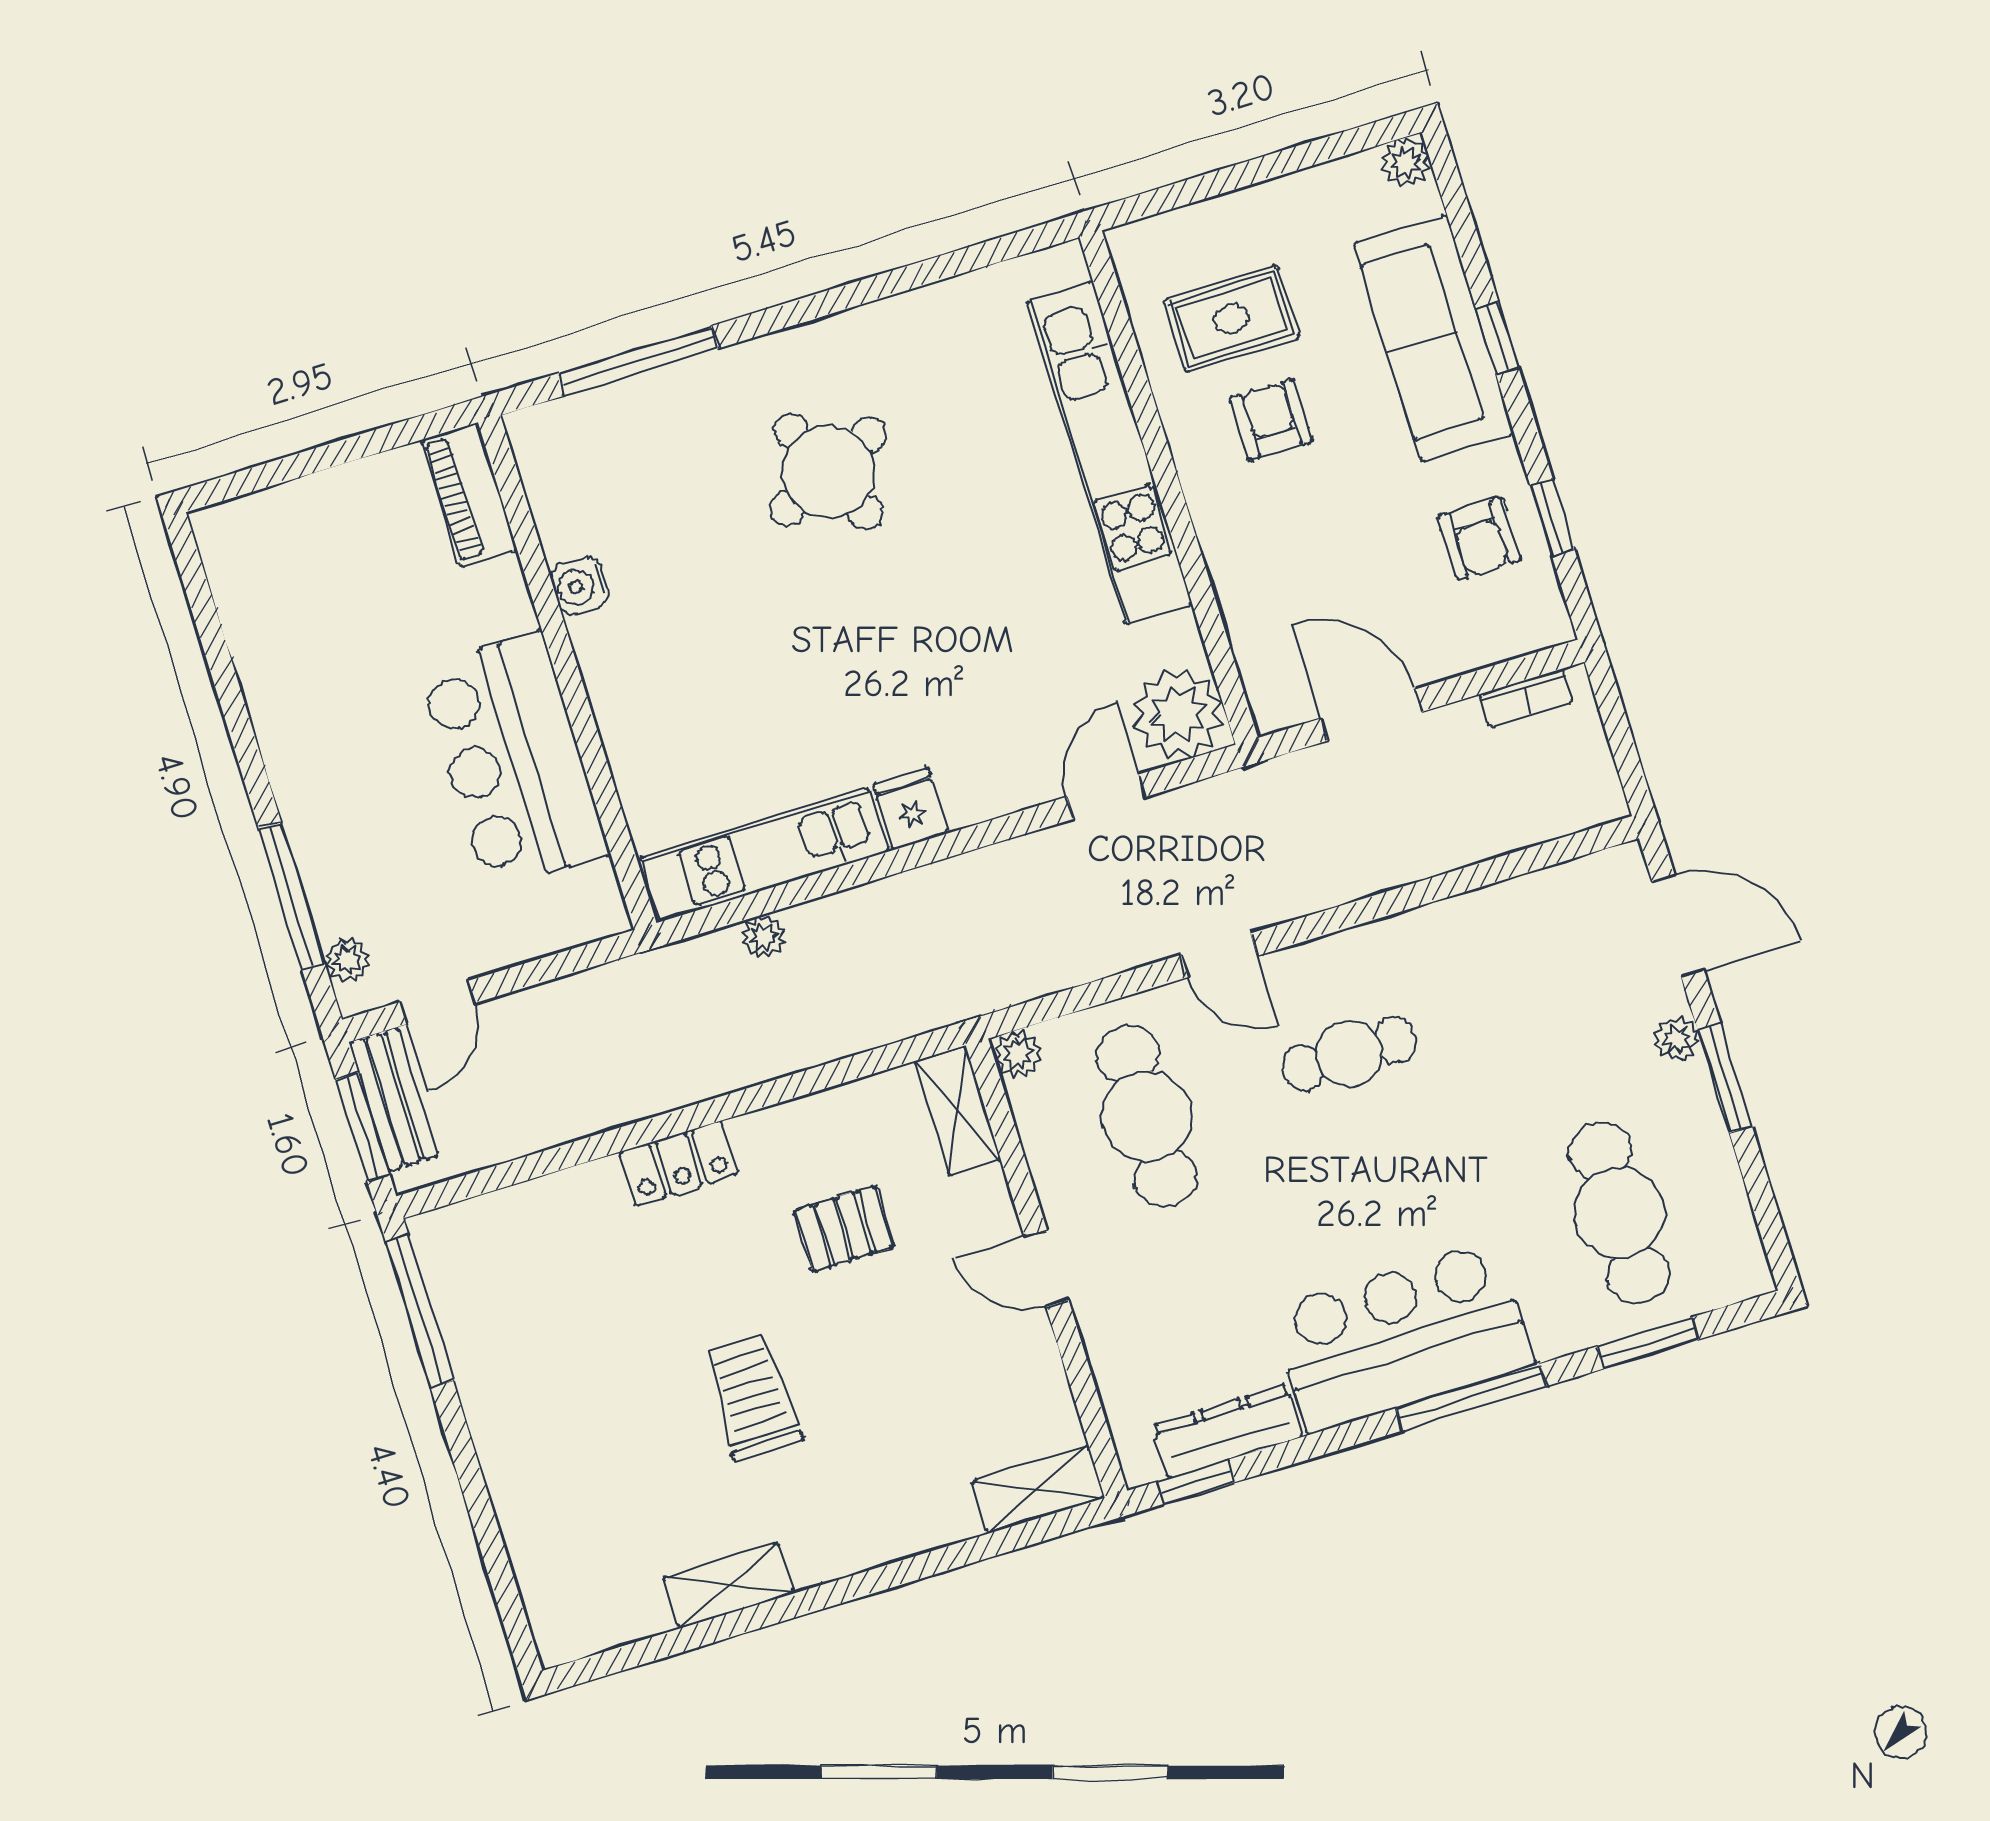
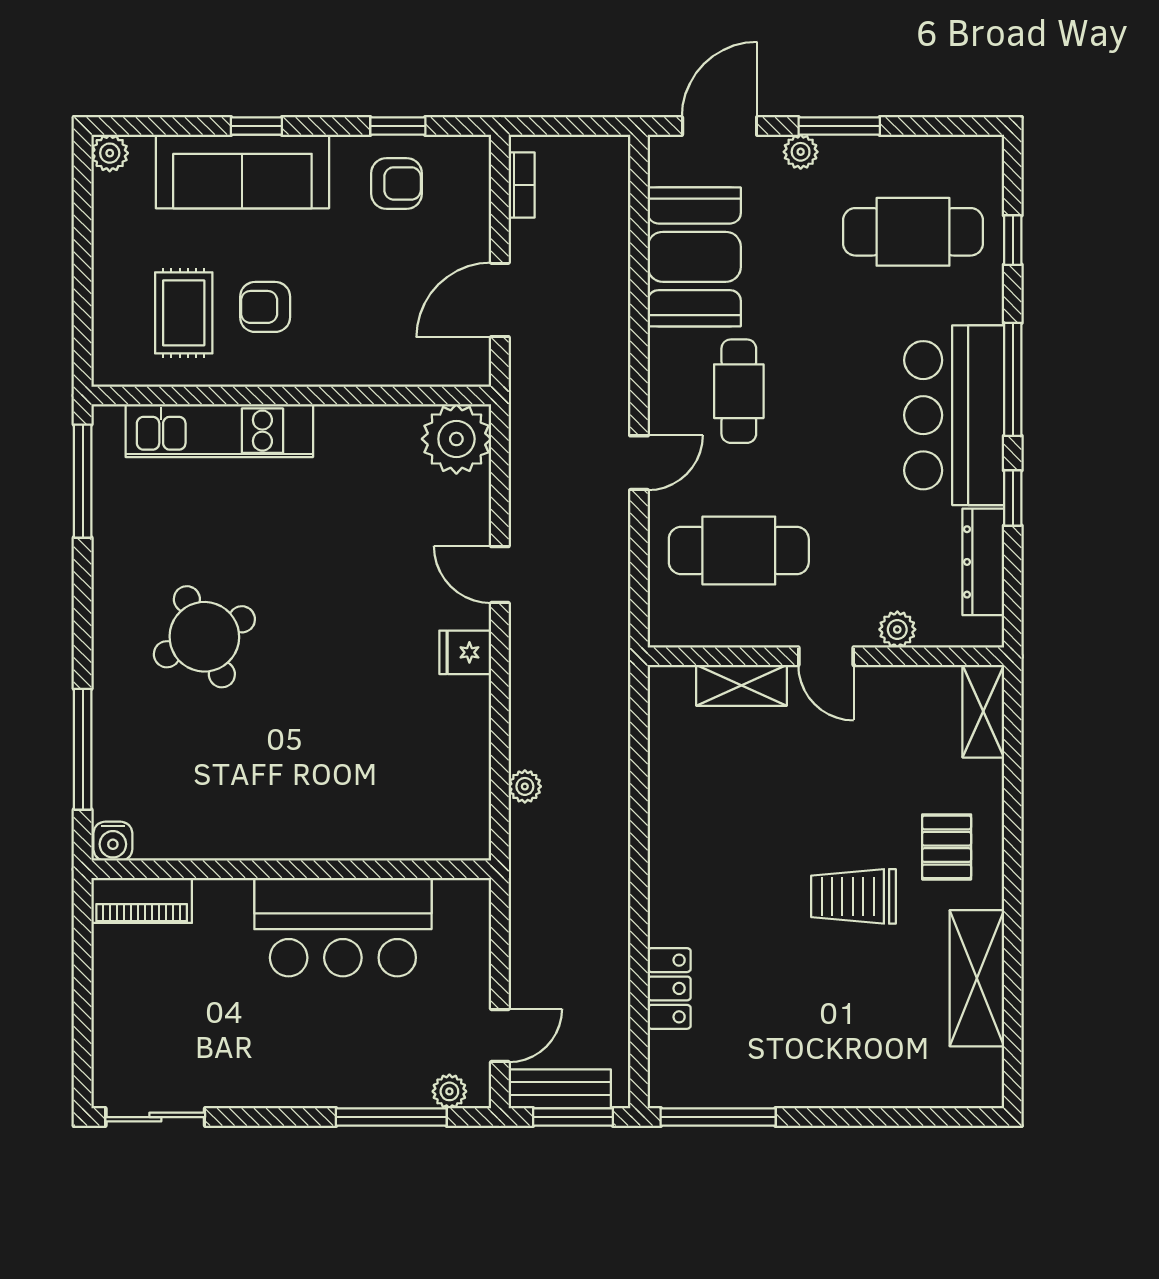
window: (979, 256) -> (83, 481), added
kitchen unit: (1109, 453) -> (219, 431), width x0.73
water cooler: (580, 586) -> (113, 841), moved
sliding door: (200, 597) -> (155, 1117), added
door: (1106, 797) -> (500, 575), moved
kitchen unit: (765, 854) -> (466, 768), removed
booth: (1502, 945) -> (694, 257), added
door: (438, 1002) -> (500, 1036), hinge flipped
plant: (1018, 1054) -> (897, 629), moved
shelving: (958, 1111) -> (741, 685), moved
locker: (679, 1163) -> (669, 988), moved
pallet: (844, 1229) -> (947, 847), moved
door: (1046, 1268) -> (826, 656), hinge flipped
window: (1648, 1343) -> (1013, 240), width x0.67
window: (1196, 1482) -> (1013, 498), moved
shelving: (728, 1585) -> (977, 978), width x1.50, depth x1.33

